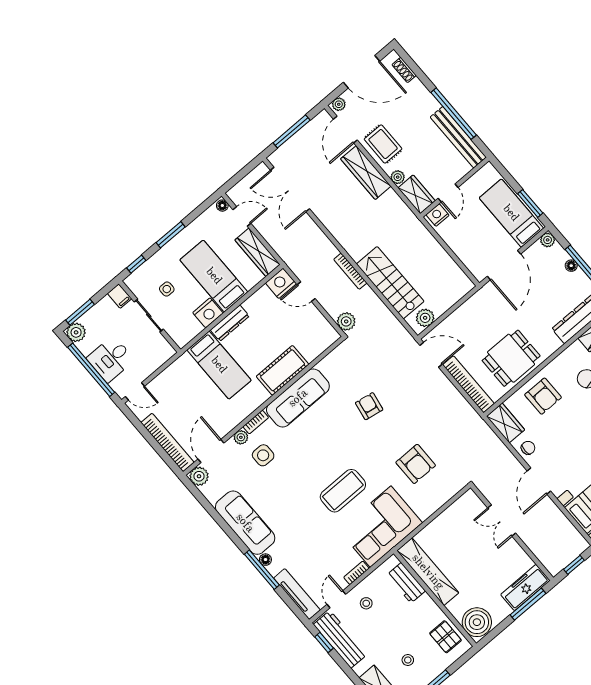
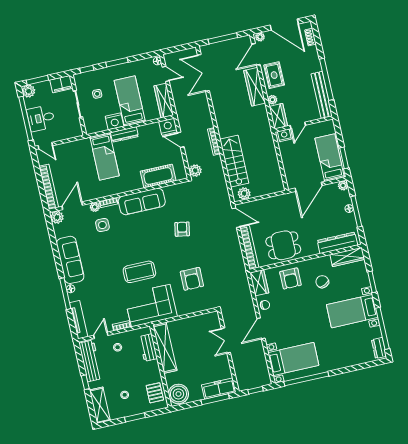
filing cabinet: (120, 296) -> (61, 84), width x2.00
cot: (283, 370) -> (158, 176), moved
window: (324, 642) -> (85, 382), moved

